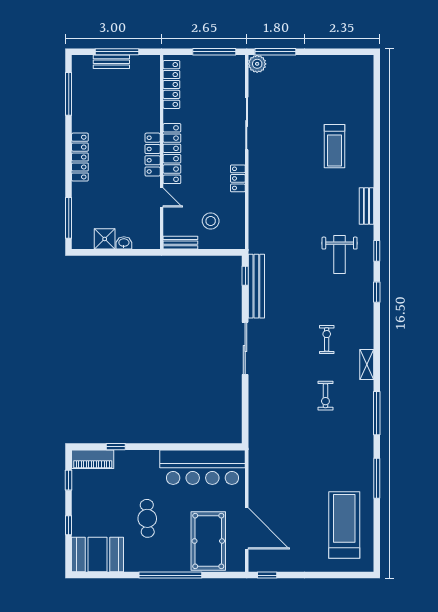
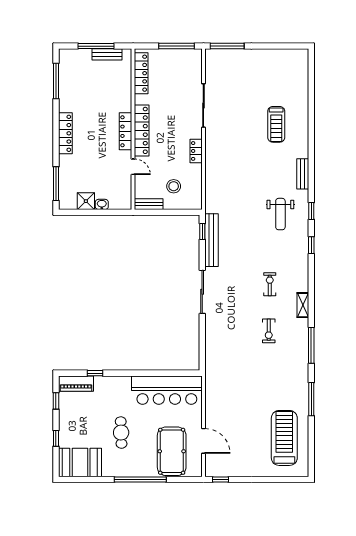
bench: (111, 62) -> (107, 54), moved
plant: (257, 64) -> (212, 56), removed
door: (247, 529) -> (203, 441), width x0.73

